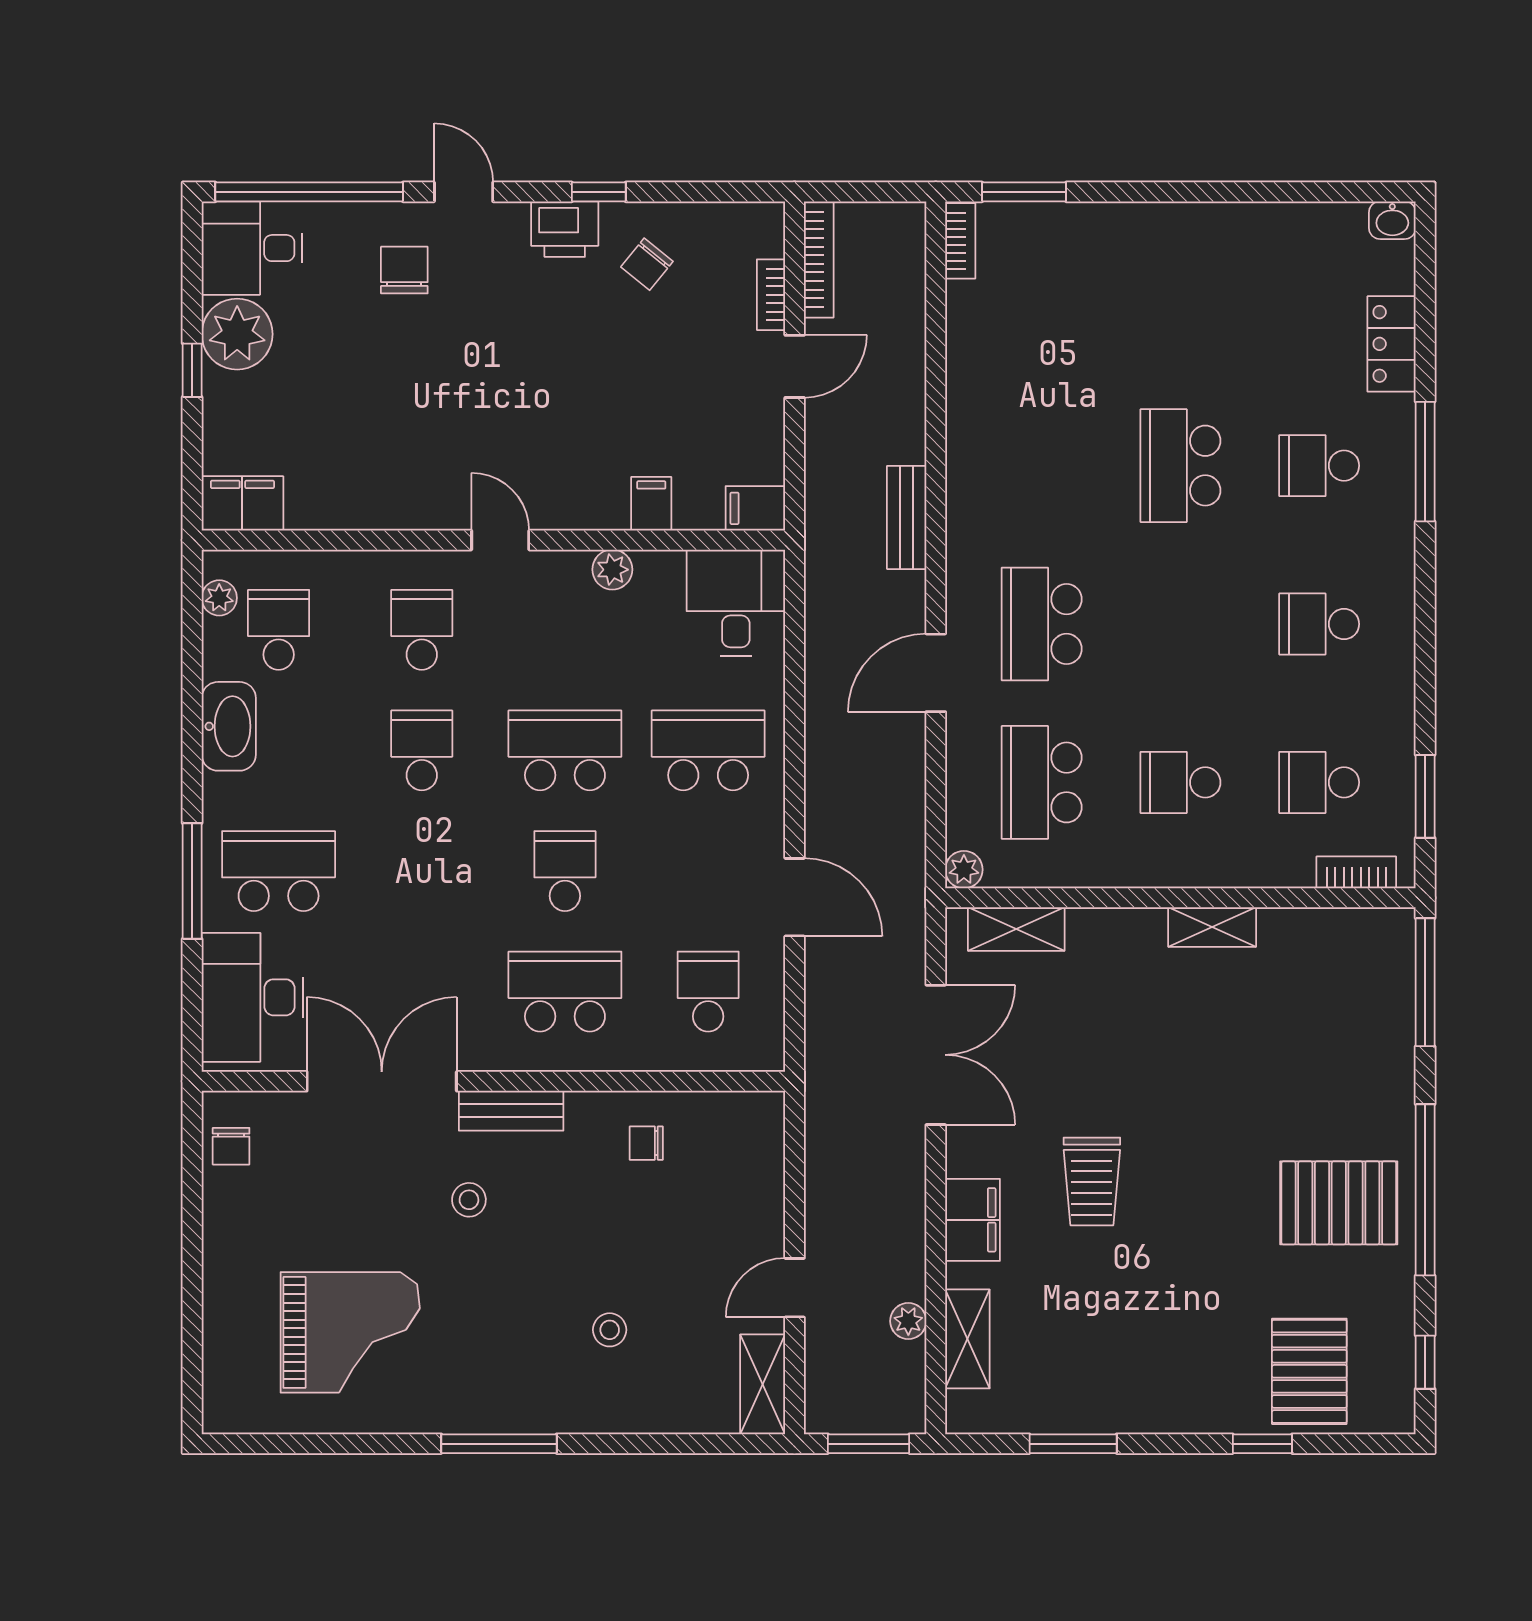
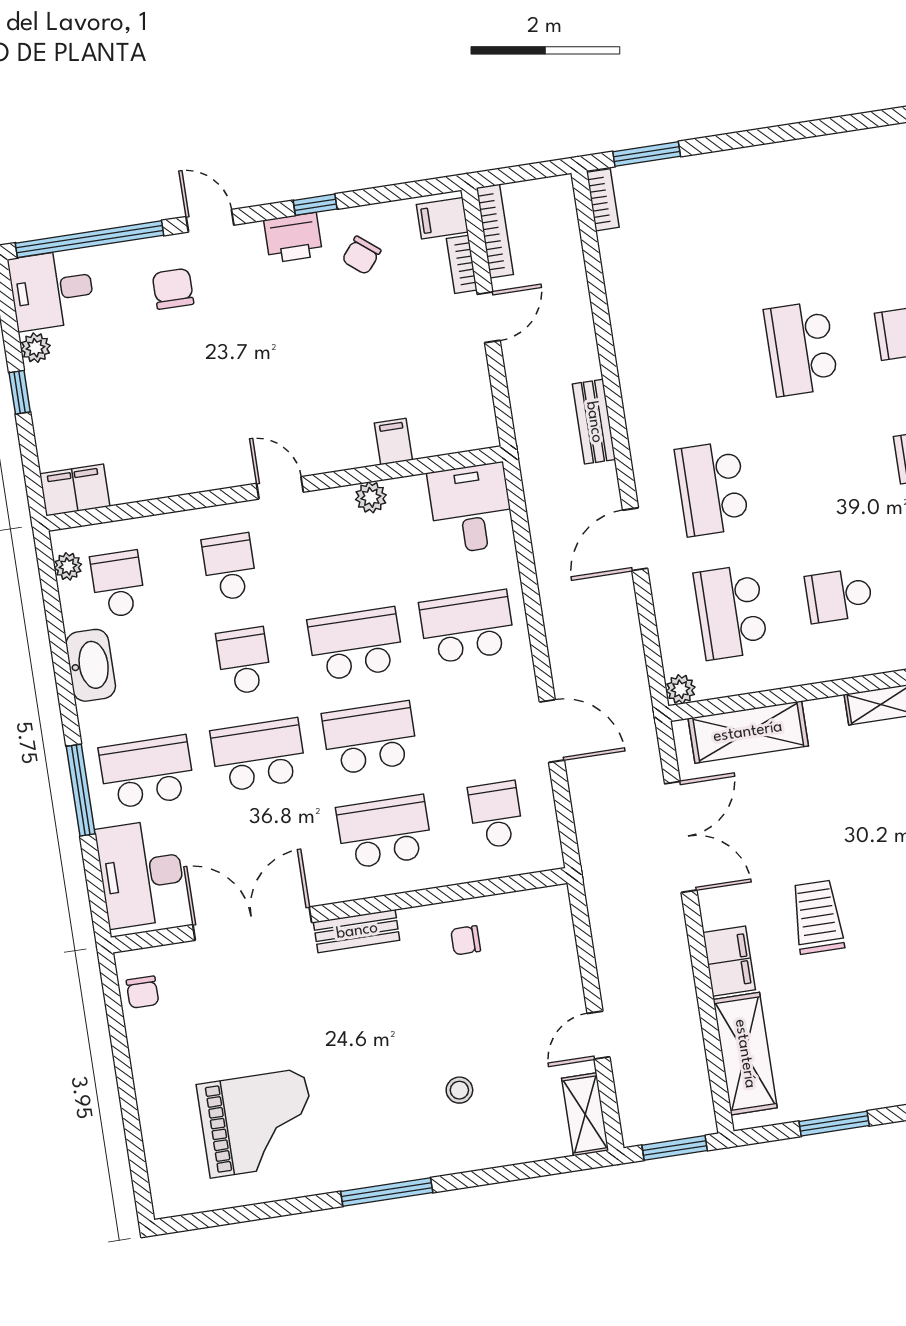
plant: (237, 334) -> (36, 348), width x0.53, depth x0.53
filing cabinet: (755, 508) -> (442, 218), moved
school desk: (422, 871) -> (258, 755), added
school desk: (565, 871) -> (370, 738), width x1.85
shelving: (1016, 929) -> (748, 732), width x1.50, depth x1.33
trolley: (1092, 1181) -> (817, 917), turned 180
stool: (469, 1200) -> (334, 1006), removed
plant: (908, 1321) -> (691, 1048), removed
shelving: (967, 1339) -> (745, 1054), width x1.50, depth x1.33

